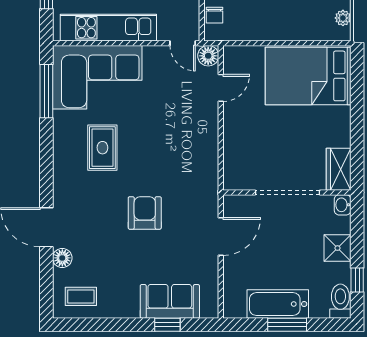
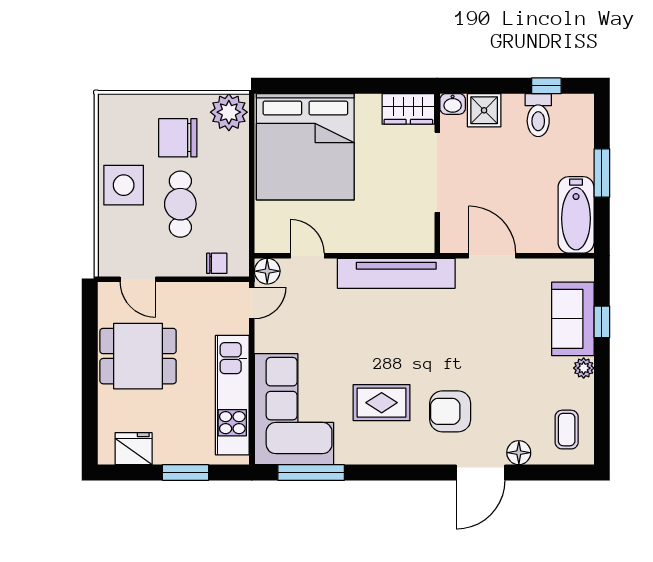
plant: (343, 18) -> (229, 112), width x1.88, depth x1.88
bed: (308, 76) -> (305, 147), width x1.36
tv unit: (206, 159) -> (396, 273), added
armchair: (145, 213) -> (450, 411), moved
shower: (337, 248) -> (484, 110), moved
toilet: (340, 301) -> (538, 115), moved, turned -90
bathtub: (278, 304) -> (576, 215), moved
plant: (130, 310) -> (584, 368), added

